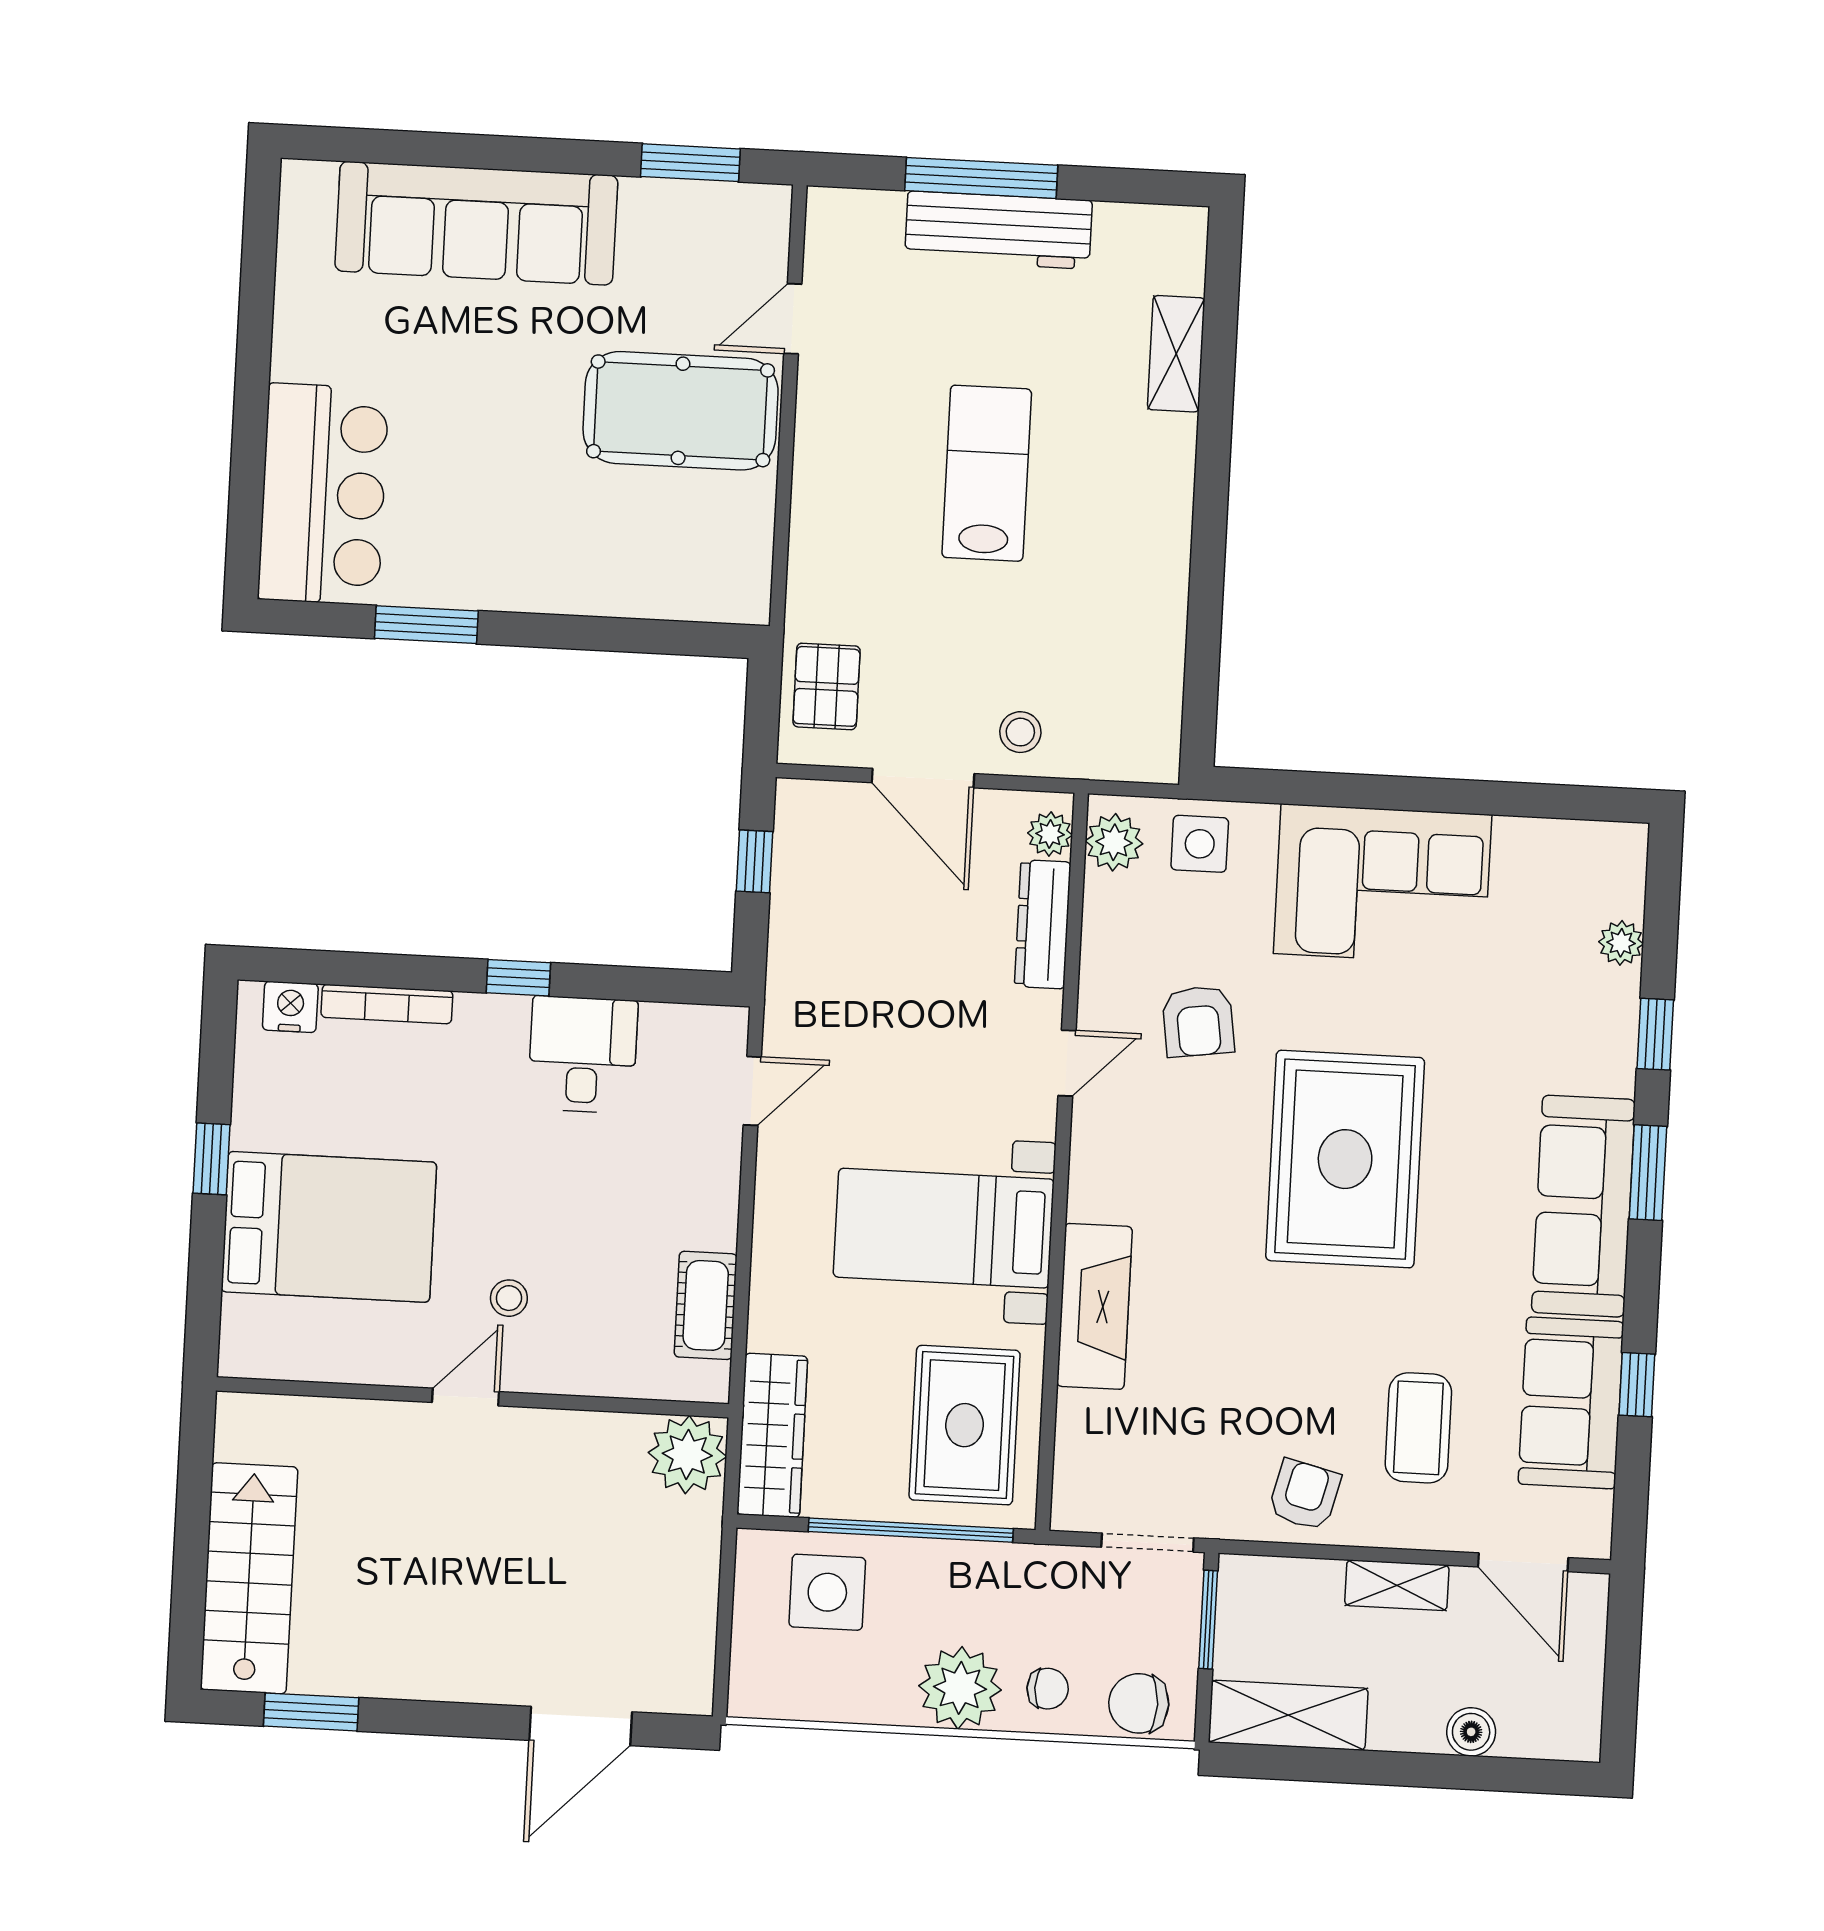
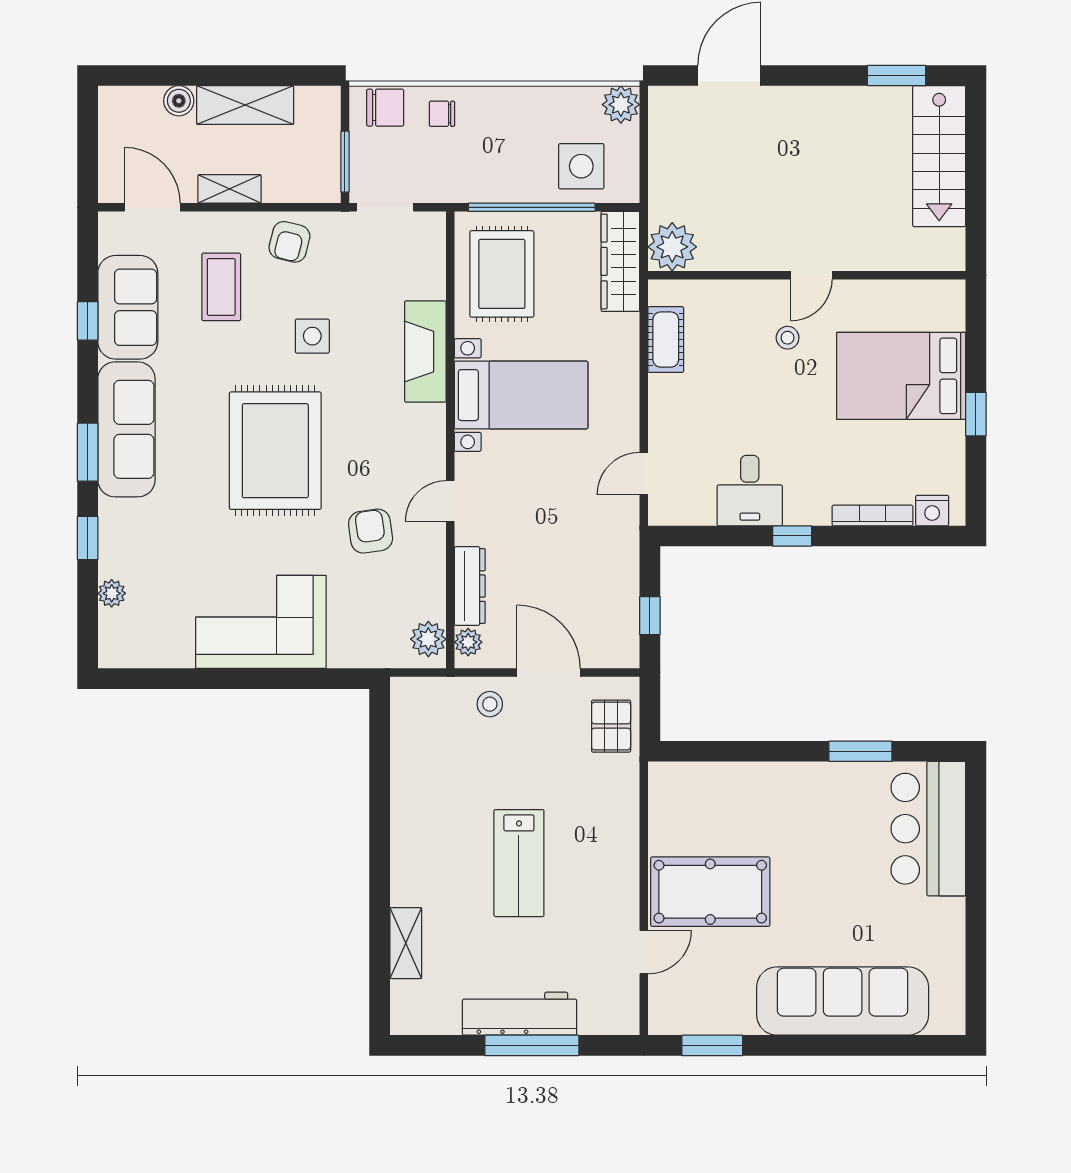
side table: (1200, 844) -> (312, 336), moved
plant: (960, 1688) -> (621, 105), moved, width x0.73, depth x0.73
shelving: (1288, 1715) -> (245, 105), moved

